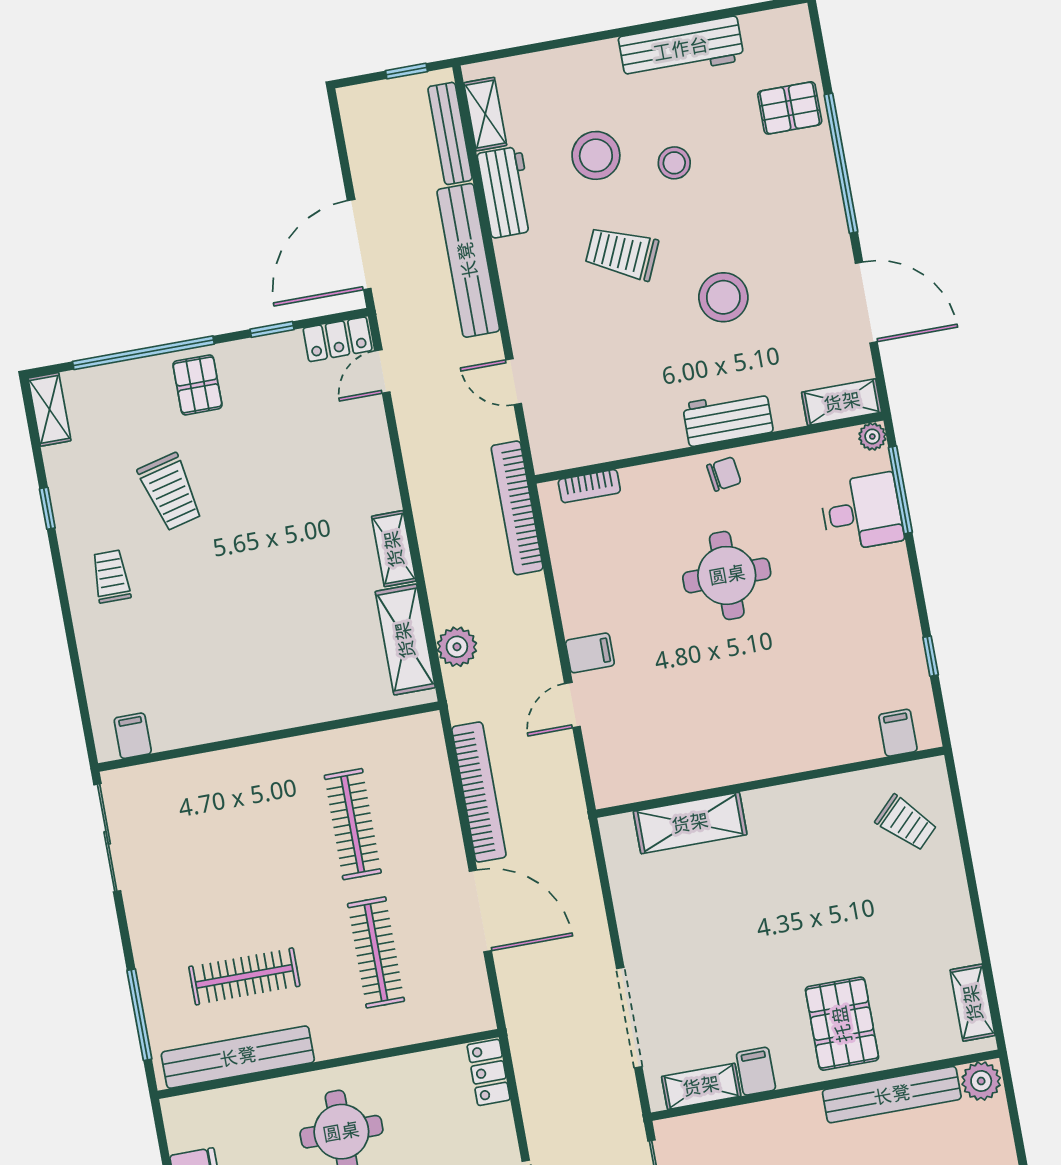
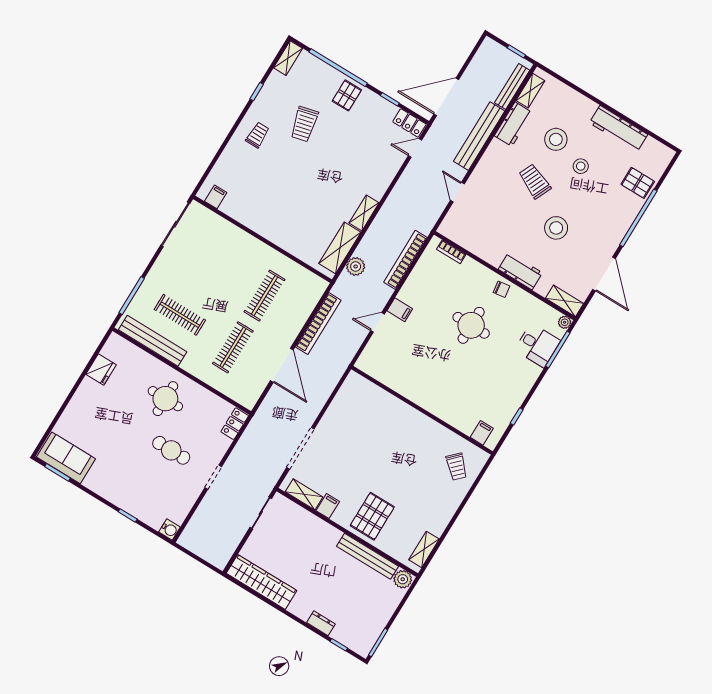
bookcase: (517, 508) -> (405, 260), moved
shelving: (690, 823) -> (382, 400), removed

